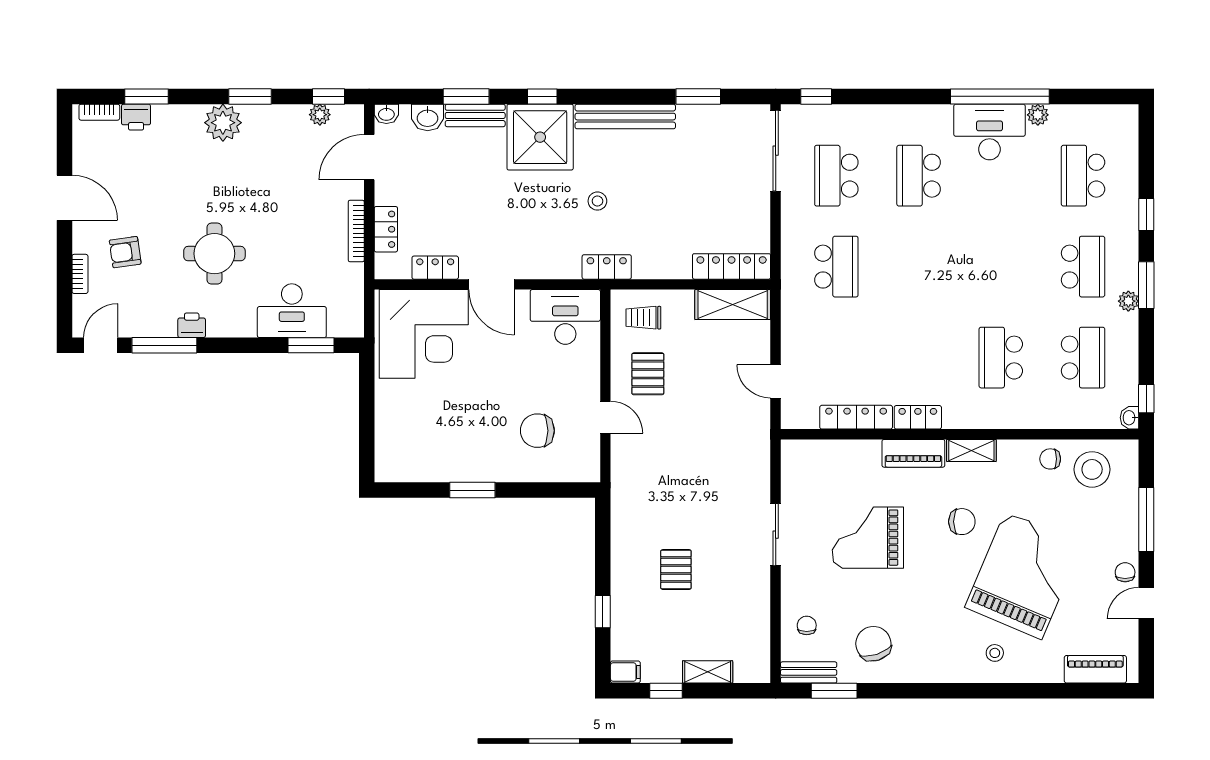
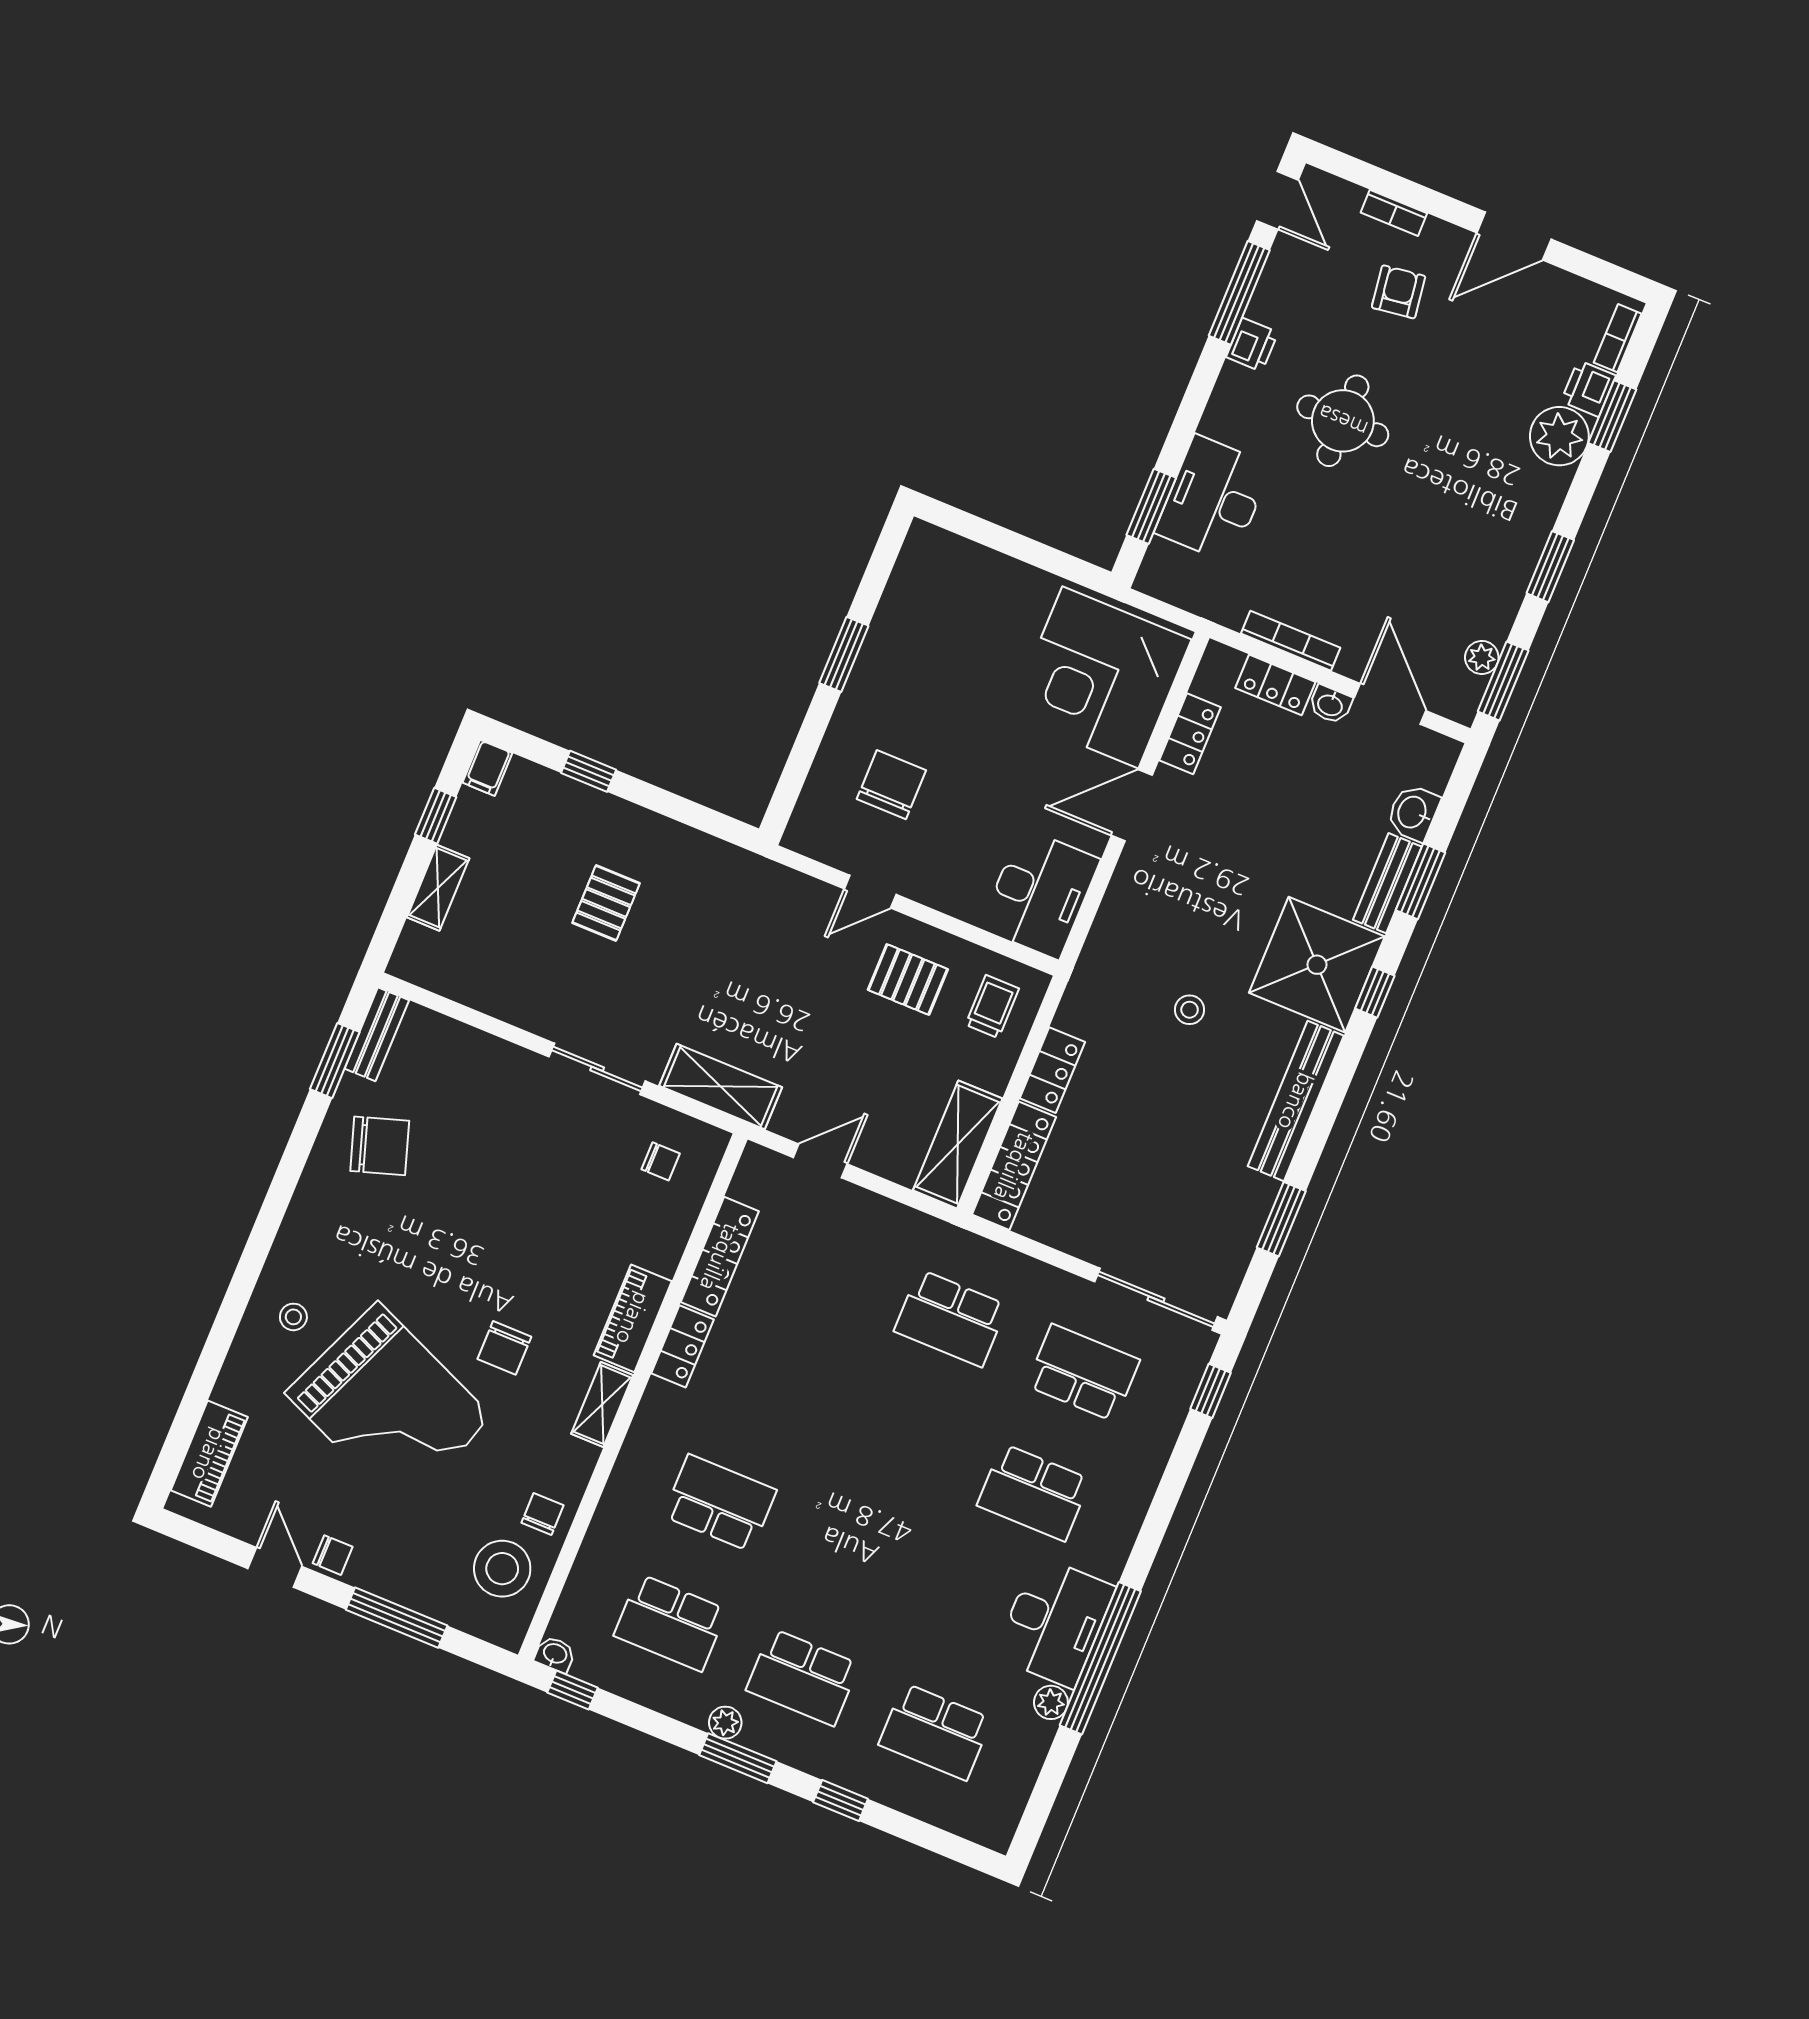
window: (328, 96) -> (1503, 681), width x1.50
washbasin: (386, 114) -> (1330, 704), moved, turned -90
plant: (223, 123) -> (1559, 436), moved
school desk: (919, 176) -> (1034, 1492), turned 180
school desk: (1083, 176) -> (935, 1732), turned 180
locker: (607, 267) -> (1052, 1070), moved
shelving: (756, 458) -> (721, 1086), added
grand piano: (868, 538) -> (538, 1201), removed
pallet: (676, 570) -> (606, 903), turned 90
chair: (807, 625) -> (661, 1161), moved

